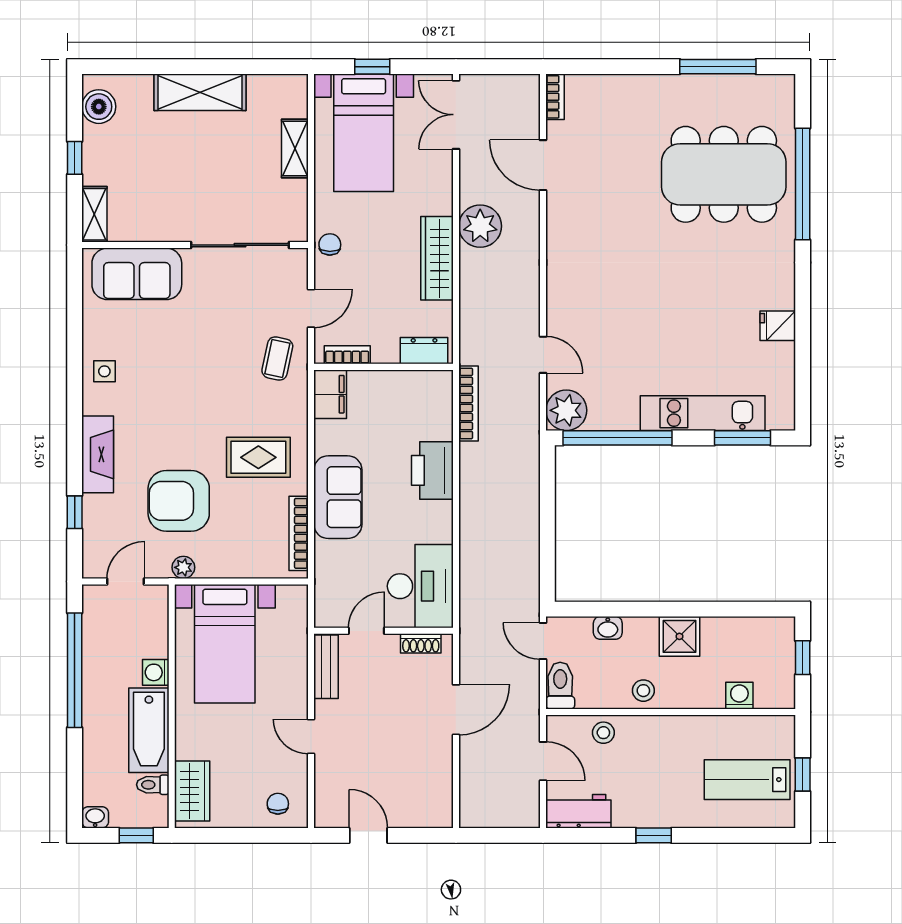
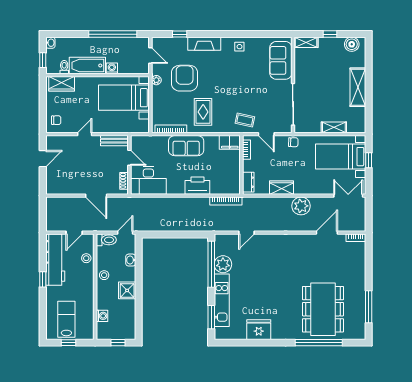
wardrobe: (437, 258) -> (281, 188), width x0.67
fridge: (778, 326) -> (259, 330), width x1.88, depth x1.34
plant: (566, 410) -> (223, 264), moved
workbench: (578, 811) -> (55, 260), width x1.88, depth x1.32

